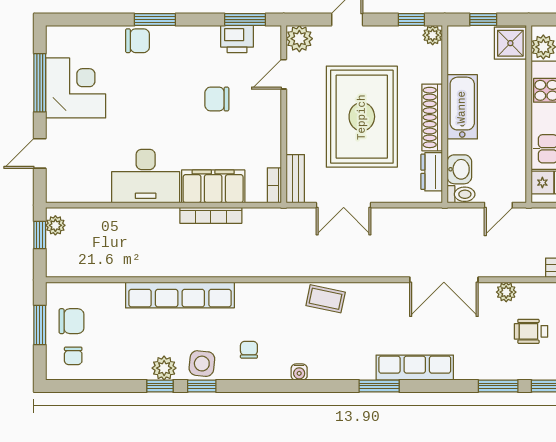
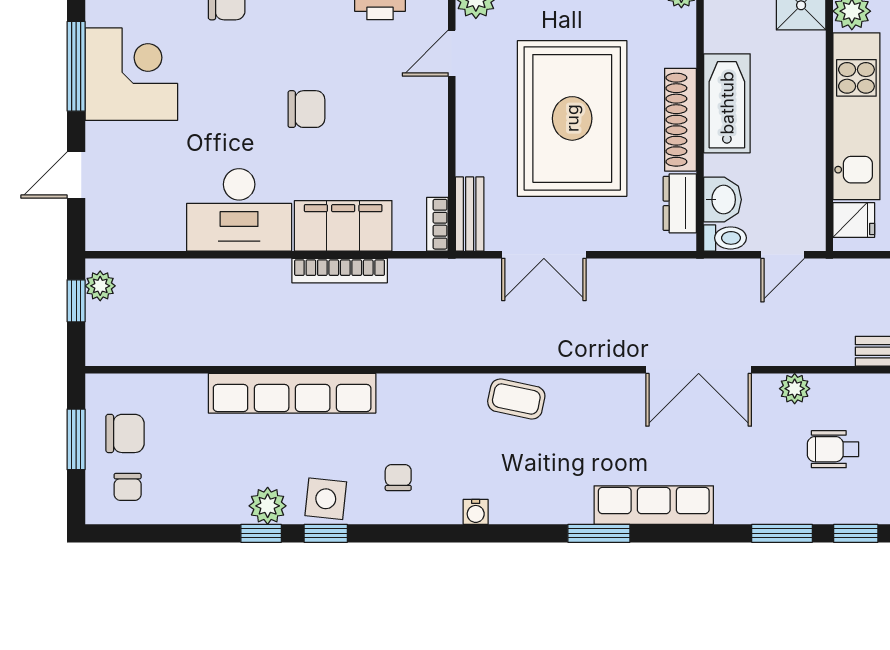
chair: (217, 99) -> (306, 109), moved, turned 180

